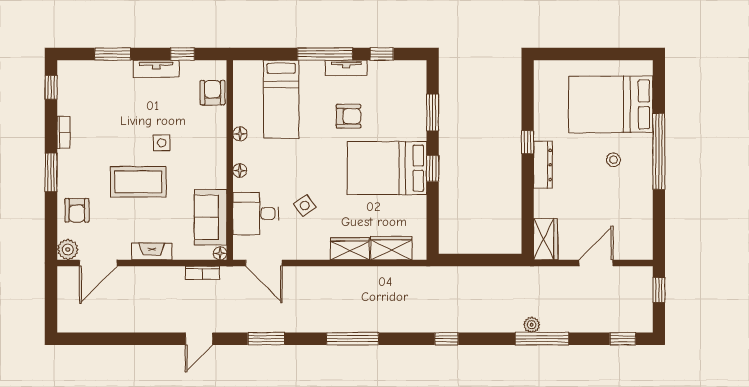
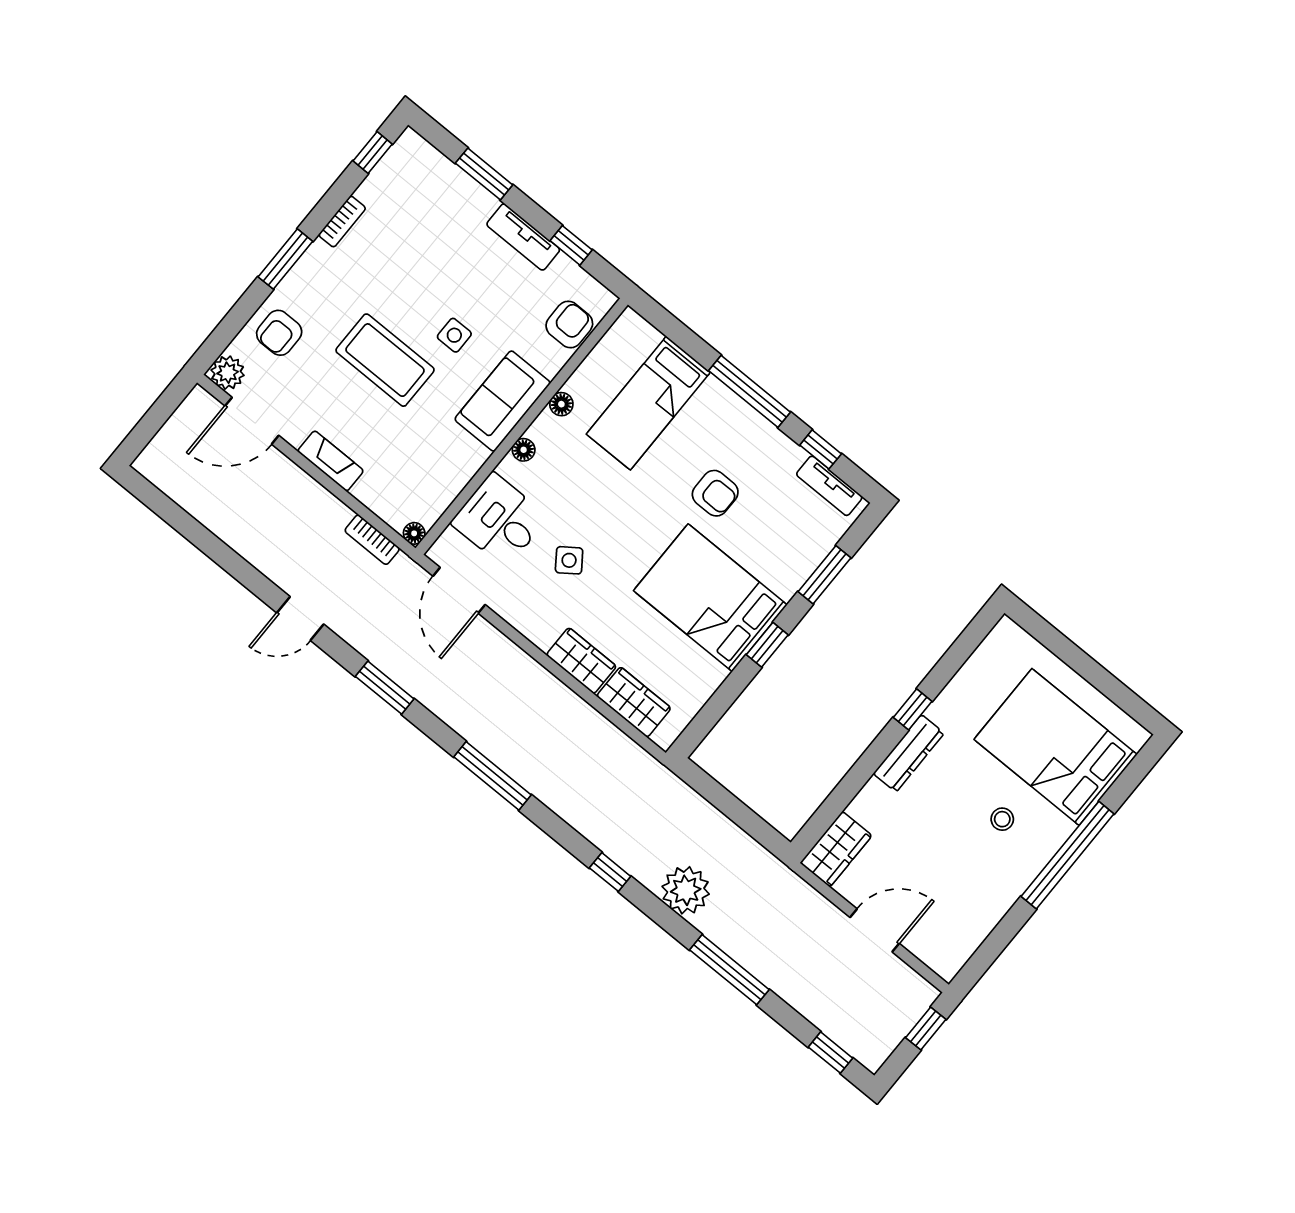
tv unit: (346, 68) -> (829, 486), moved
sofa: (211, 217) -> (503, 401), moved
plant: (532, 325) -> (686, 890), moved, width x1.88, depth x1.88

